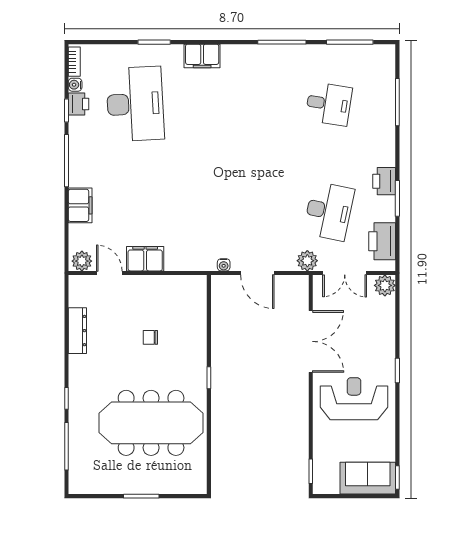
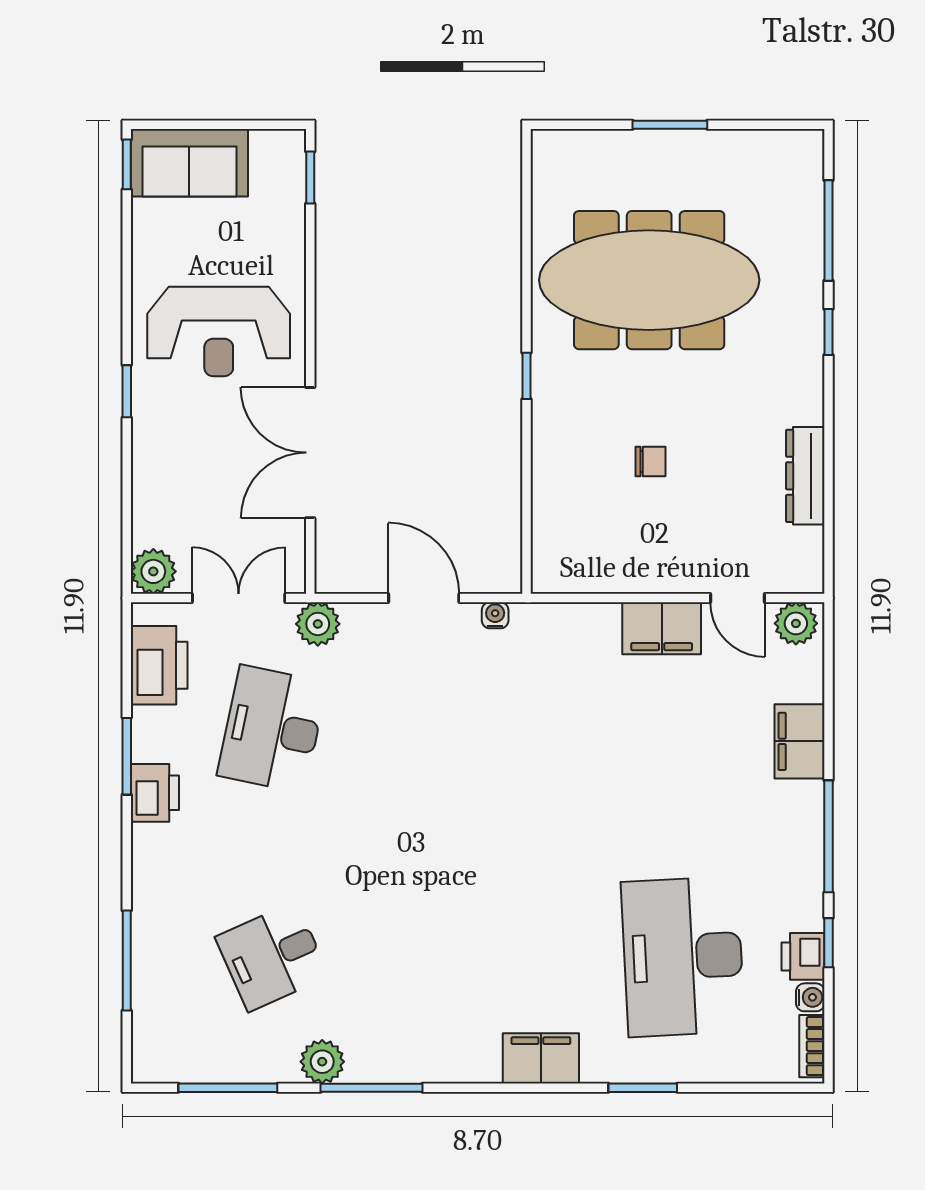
plant: (305, 54) -> (322, 1062), added
desk: (329, 104) -> (272, 957), turned -33

